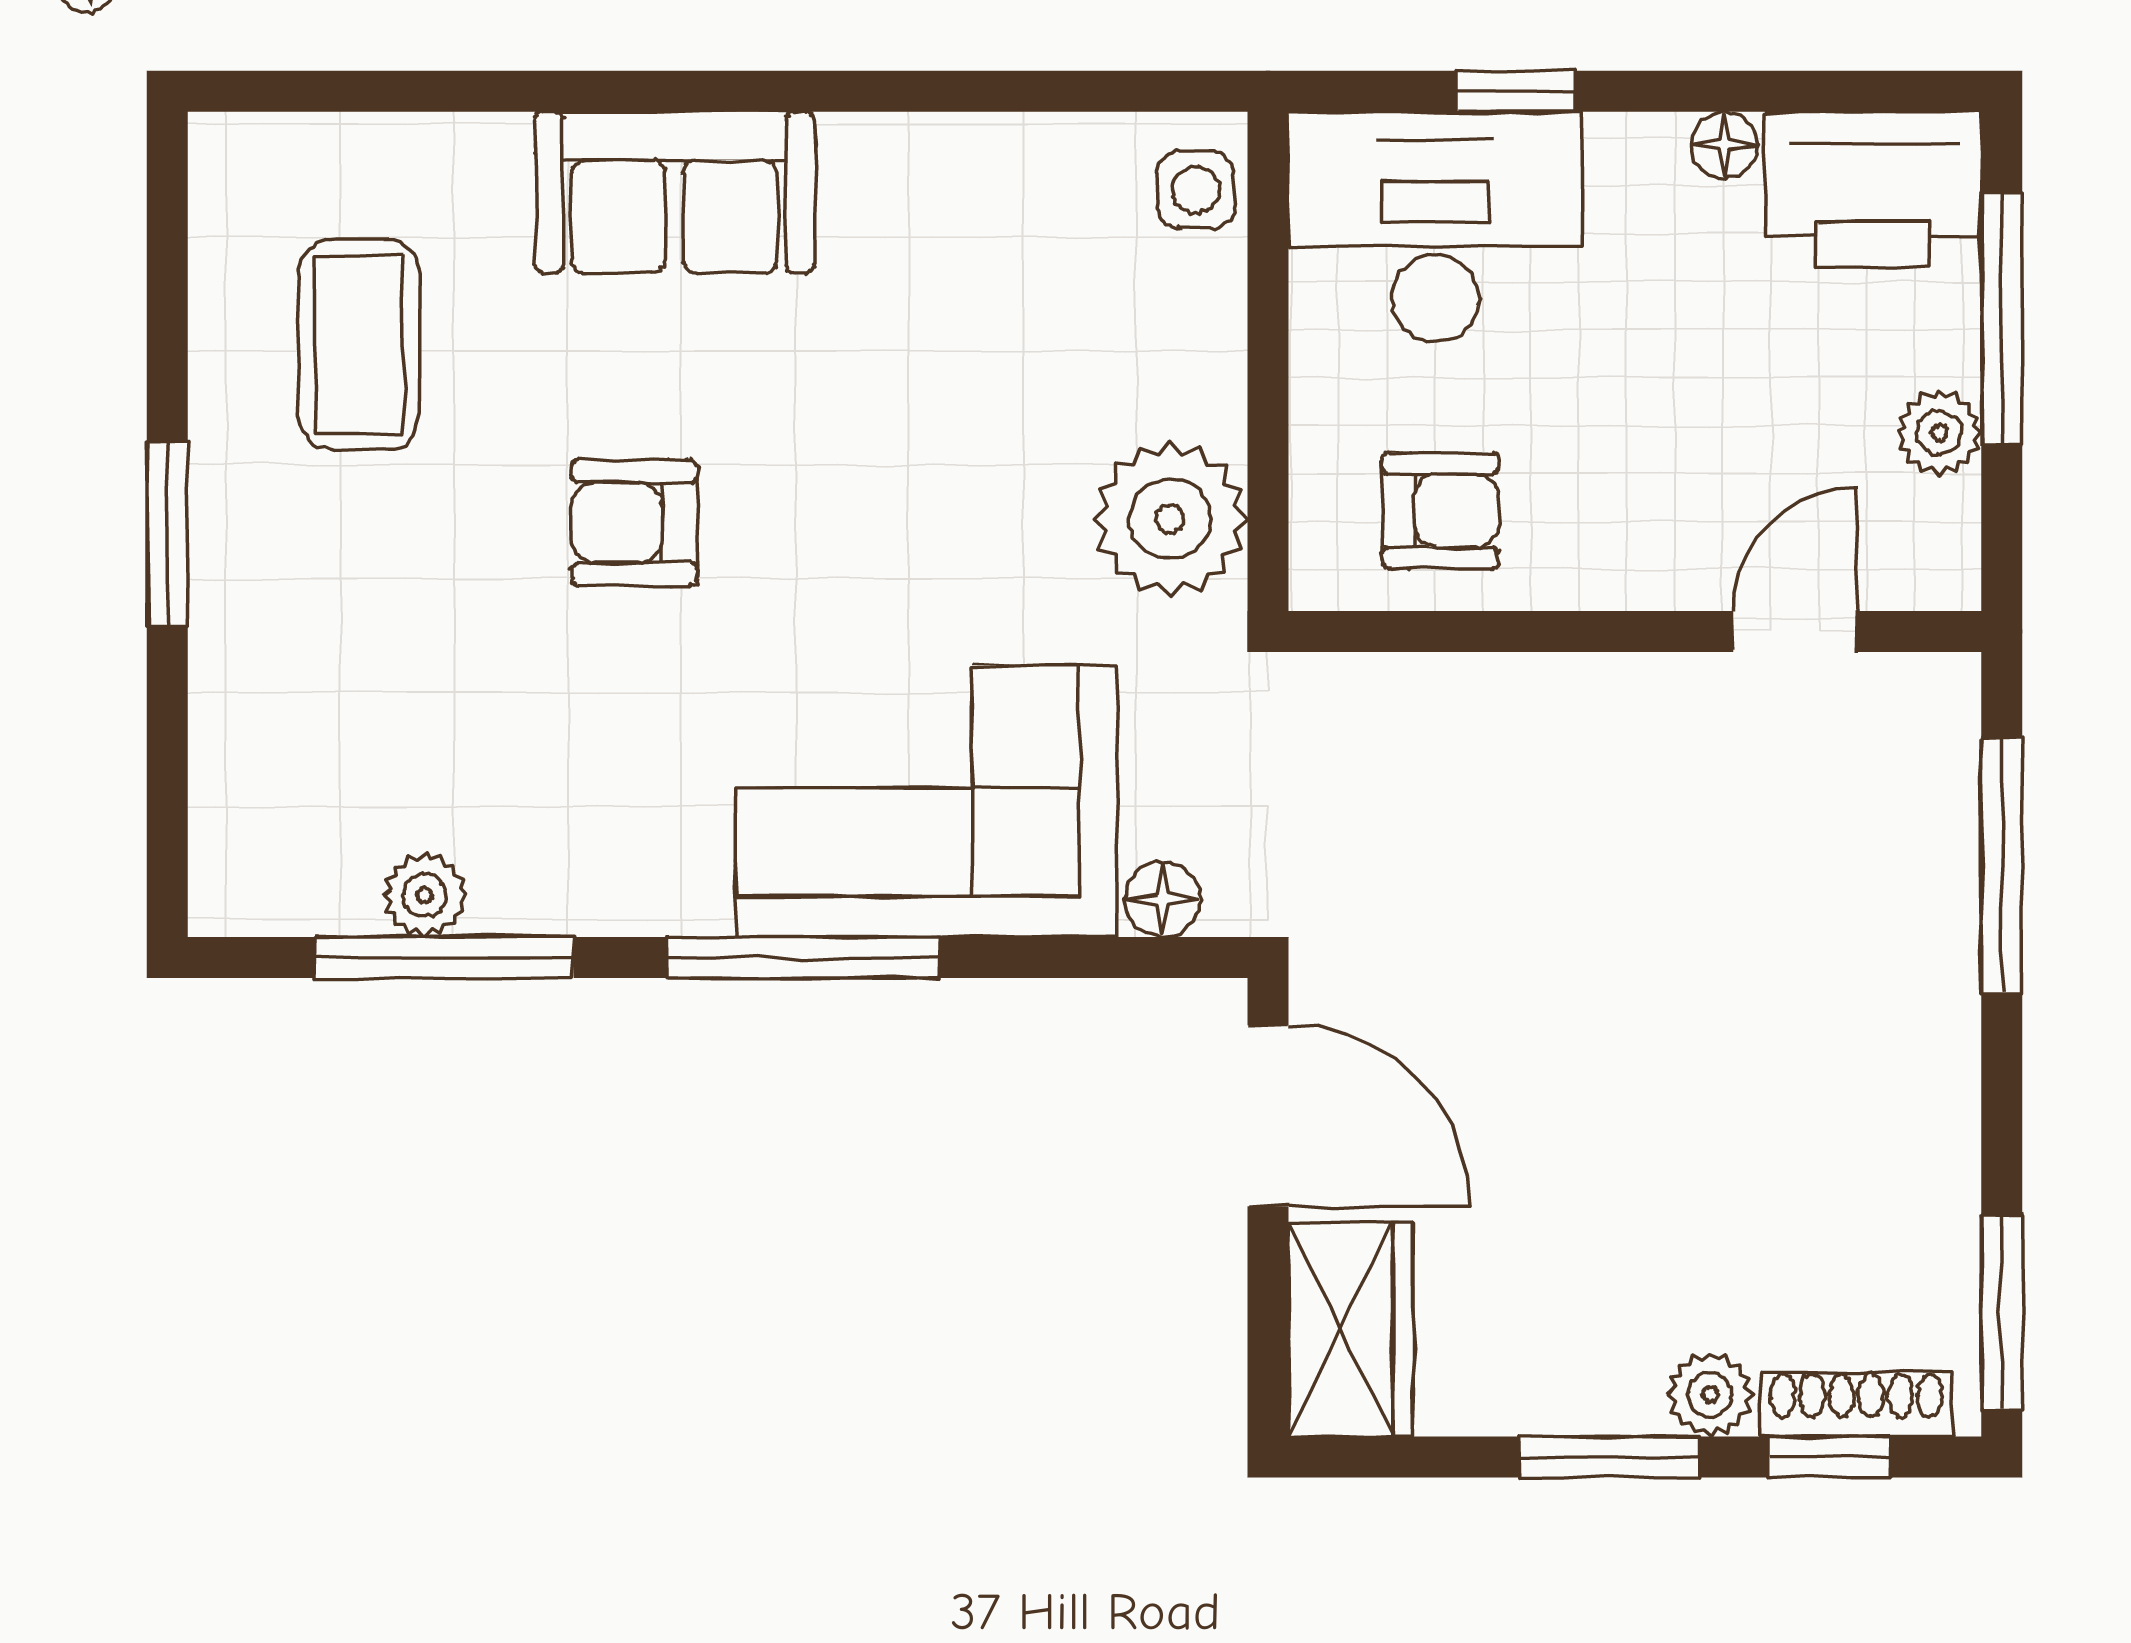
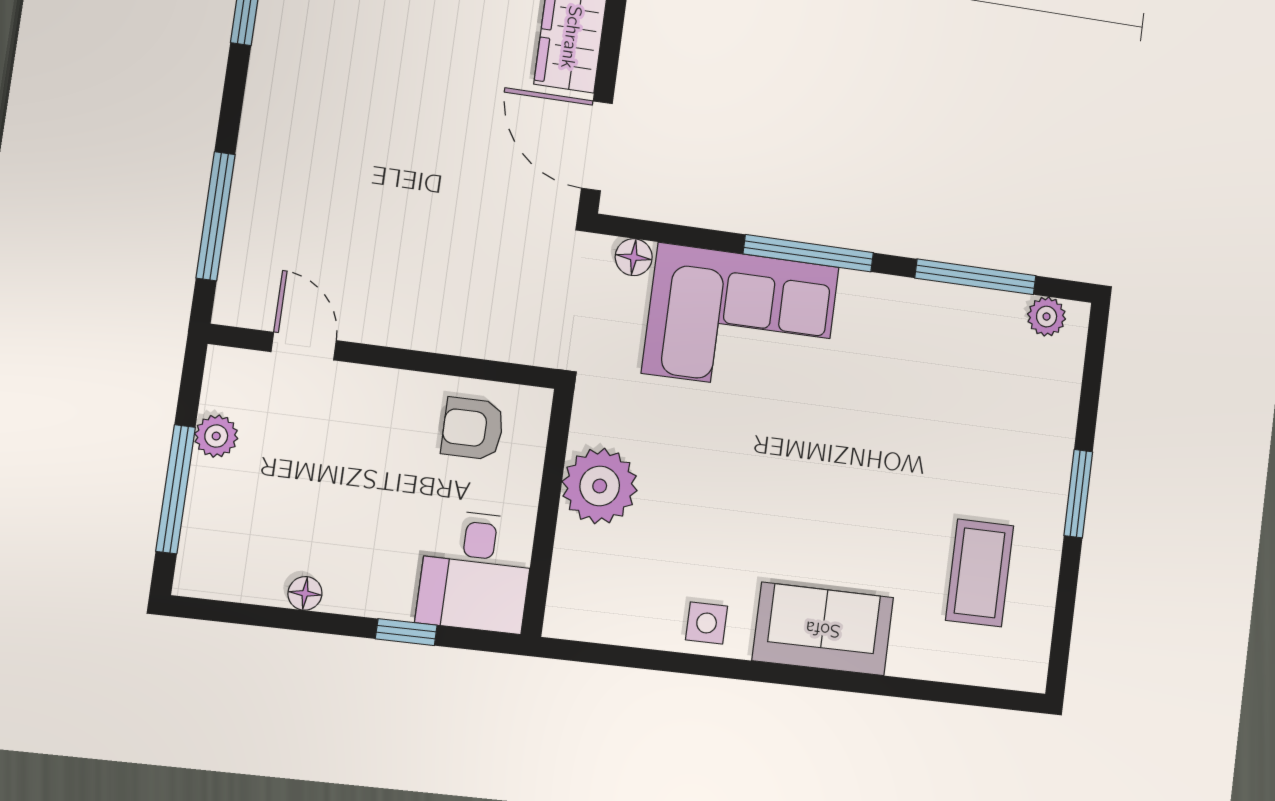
printer: (1874, 189) -> (232, 562), removed
side table: (1195, 190) -> (707, 623), moved
desk: (1435, 227) -> (476, 571), width x0.73
plant: (1170, 519) -> (600, 486), moved
armchair: (634, 523) -> (862, 472), removed
door: (1795, 631) -> (304, 346), swing flipped
plant: (425, 895) -> (1047, 317), moved

